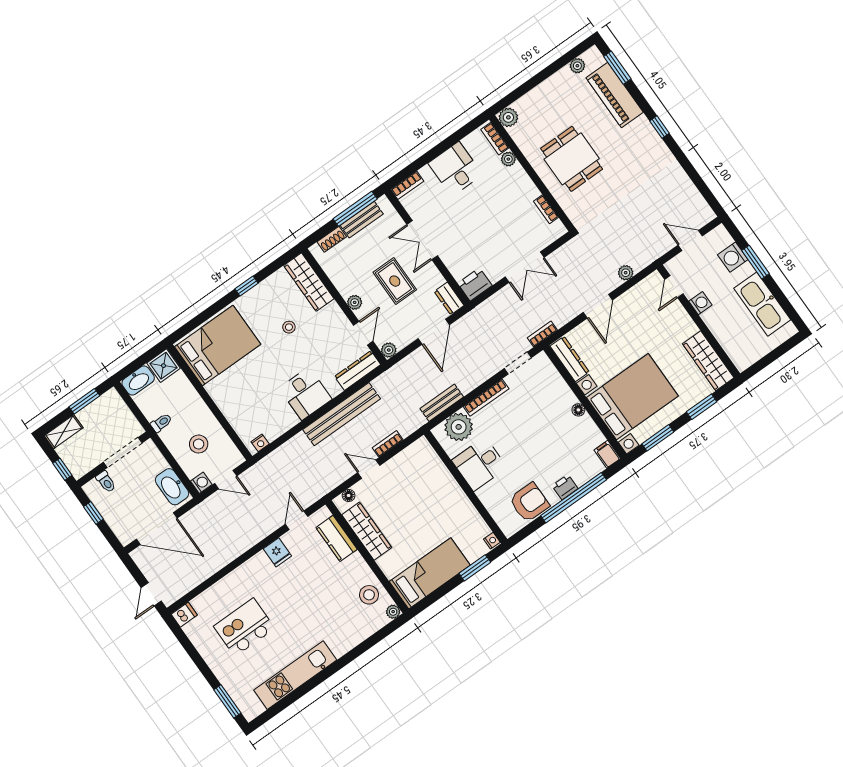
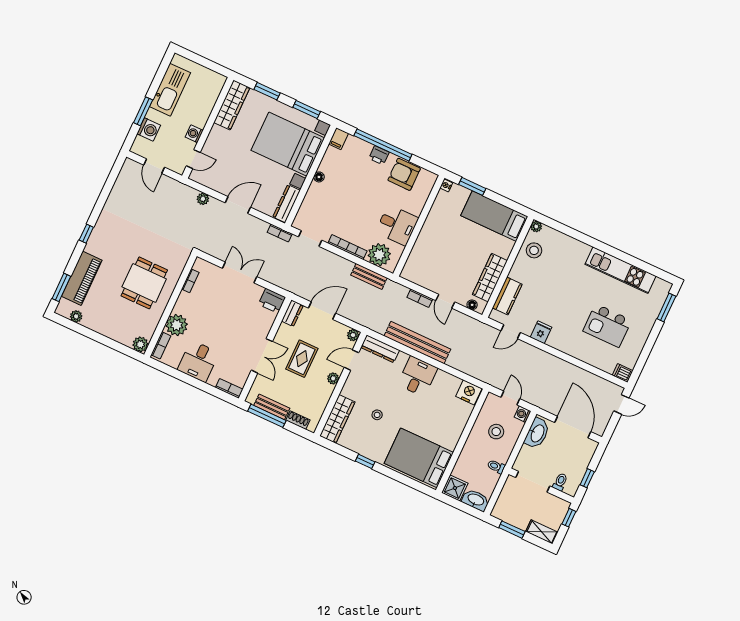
plant: (508, 159) -> (177, 325), width x1.87, depth x1.87
nightstand: (260, 443) -> (469, 392), width x1.89, depth x1.79

